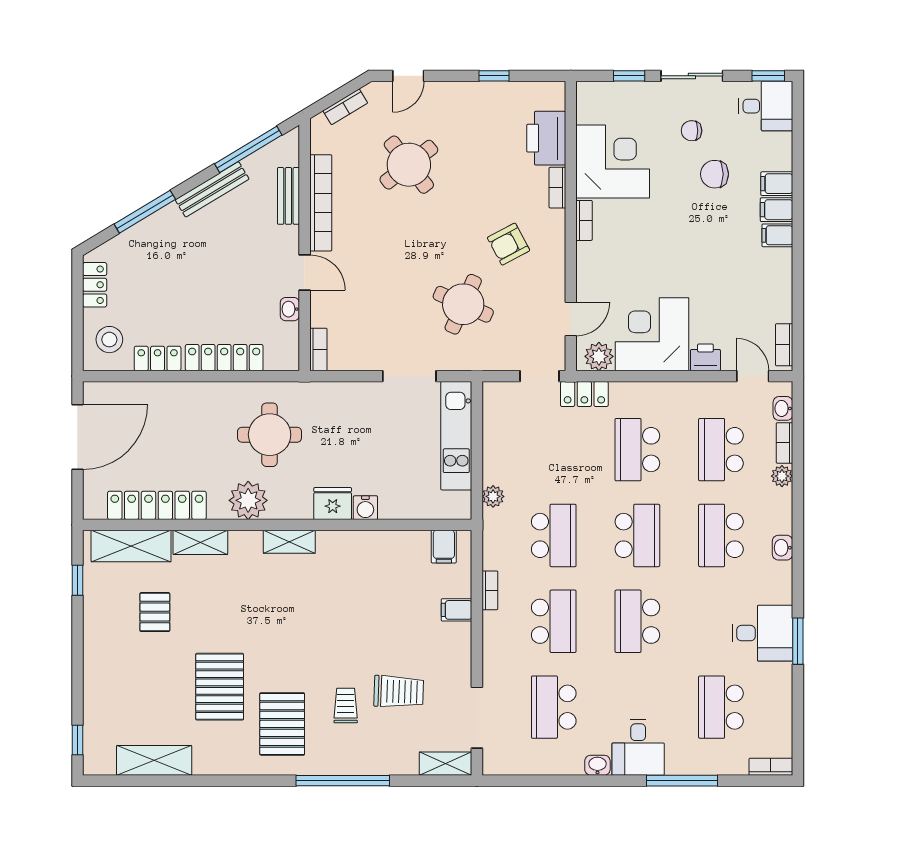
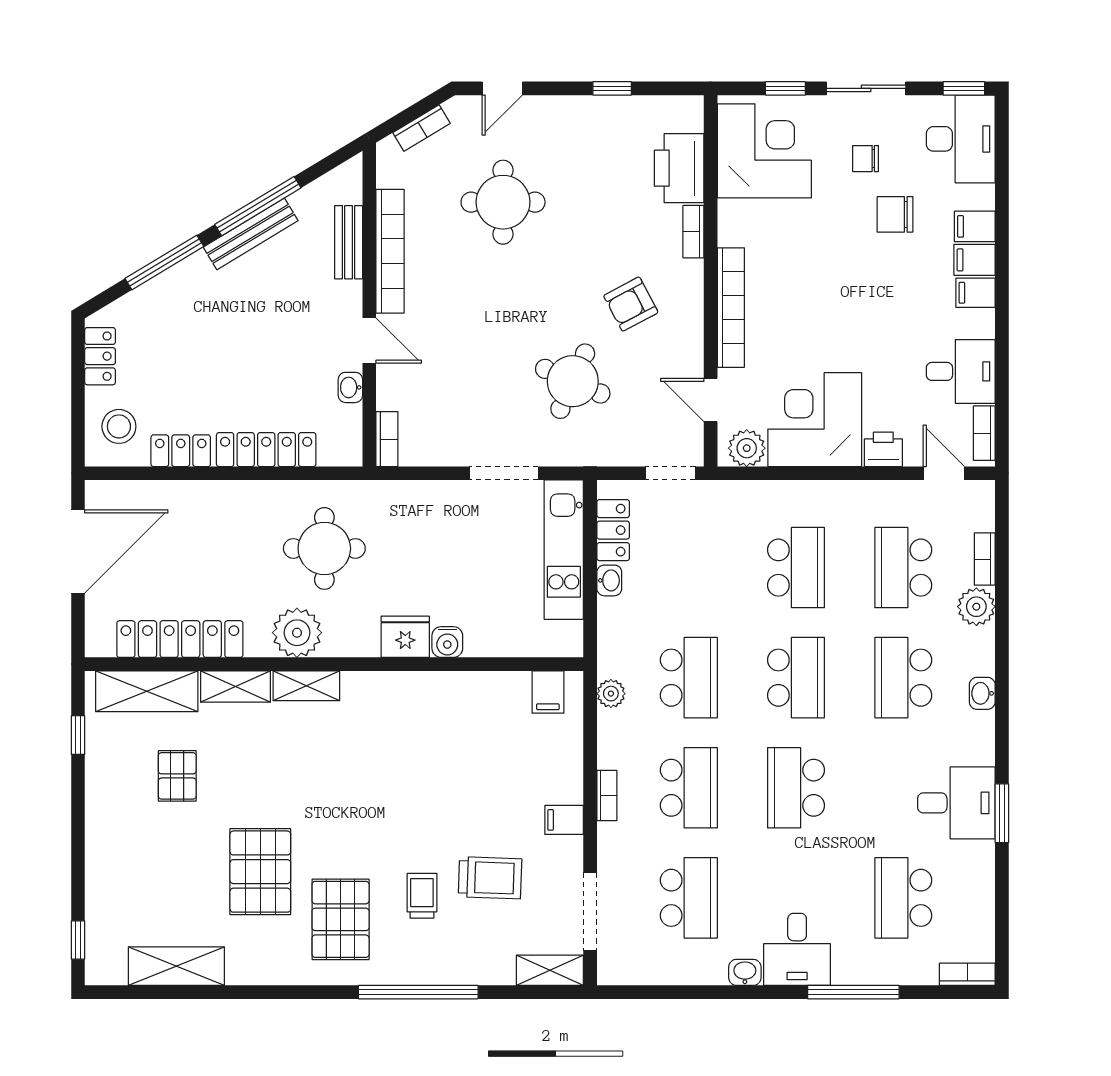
desk: (766, 106) -> (961, 139), width x1.37
window: (248, 149) -> (258, 206), moved
corner desk: (613, 162) -> (764, 151), moved
round table: (409, 165) -> (503, 202), turned 38
bookcase: (584, 220) -> (731, 308), width x2.31, depth x1.31
desk: (766, 297) -> (961, 371), added
door: (571, 319) -> (711, 400), swing flipped
locker: (584, 394) -> (613, 530), moved, turned -90
washbasin: (783, 408) -> (609, 580), moved, turned 180
school desk: (637, 450) -> (796, 568), turned 180
plant: (782, 476) -> (976, 607), width x1.38, depth x1.38
plant: (493, 496) -> (611, 694), moved
shelving: (289, 542) -> (306, 686), moved
bookcase: (490, 590) -> (607, 795), moved
filing cabinet: (457, 610) -> (564, 820), moved
school desk: (554, 707) -> (689, 898), turned 180

